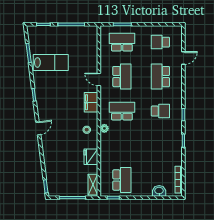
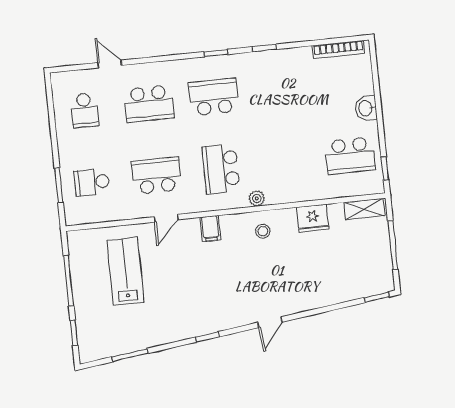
school desk: (122, 42) -> (92, 182), width x0.54
lab bench: (51, 62) -> (125, 271), moved
filing cabinet: (91, 102) -> (210, 228), width x0.50
school desk: (160, 111) -> (214, 97), width x1.85
door: (38, 128) -> (270, 322), swing flipped
school desk: (122, 180) -> (350, 156), turned 180
washbasin: (159, 191) -> (366, 108), moved

